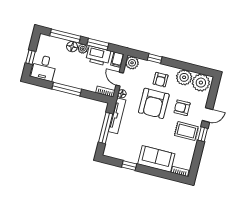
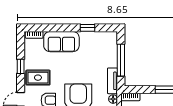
tv unit: (117, 116) -> (112, 81), width x0.71
window: (203, 134) -> (21, 66), moved

